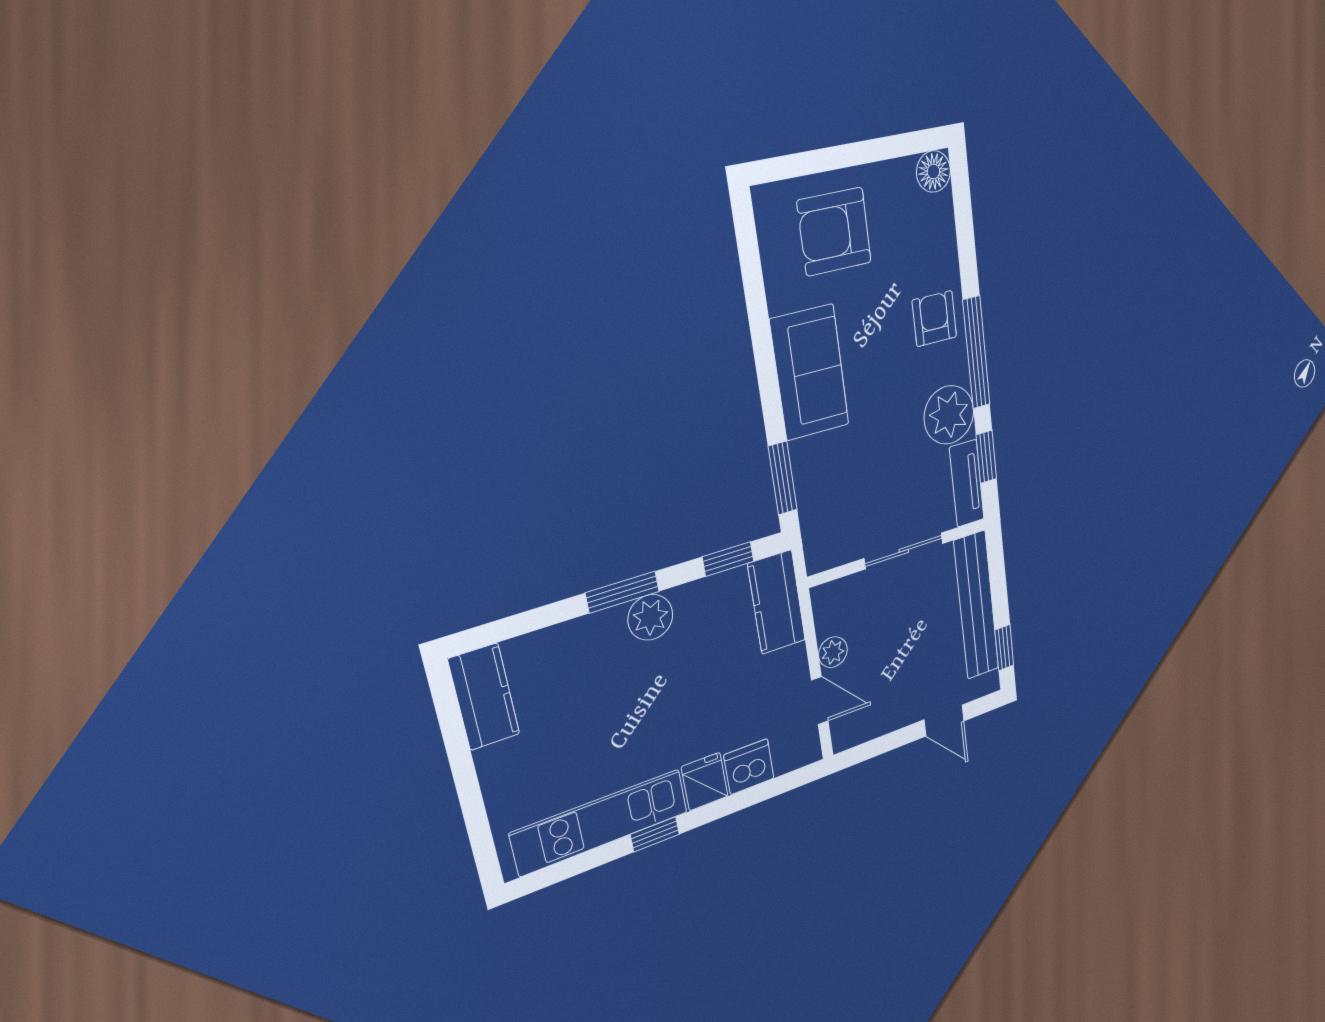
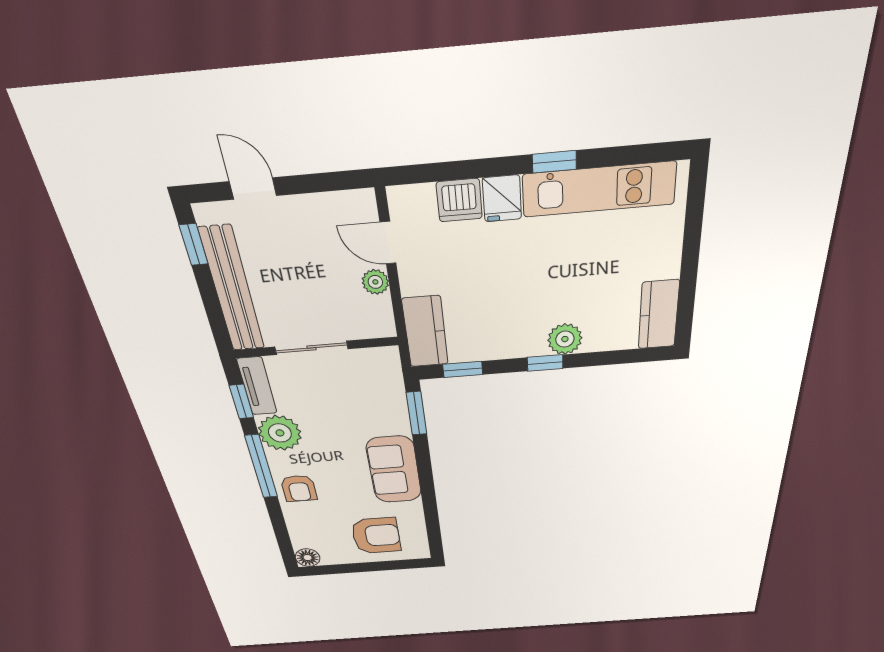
window: (622, 592) -> (545, 363), width x0.67
plant: (650, 617) -> (565, 339), moved

